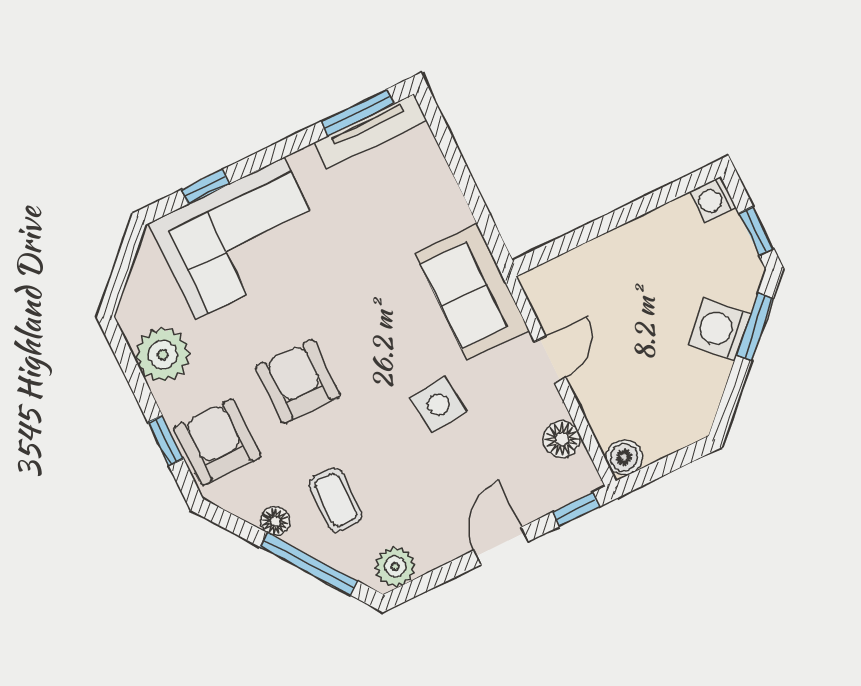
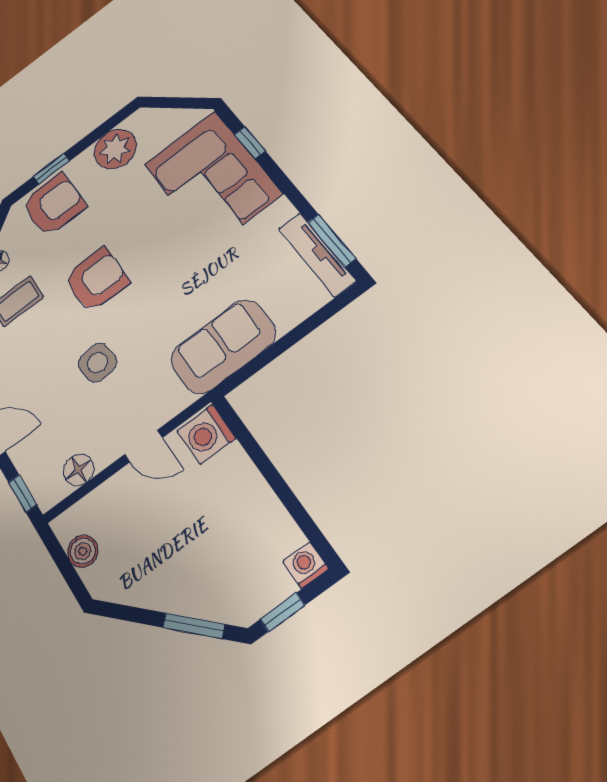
sofa: (472, 291) -> (223, 346), moved
washing machine: (720, 329) -> (206, 434), moved, turned -135
armchair: (298, 381) -> (96, 280), moved
boiler: (624, 457) -> (83, 551), moved

